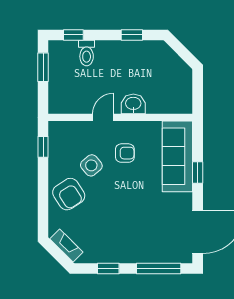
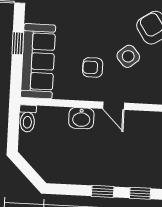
window: (132, 35) -> (103, 191), moved
toilet: (87, 53) -> (28, 119), moved, turned 180
door: (103, 117) -> (114, 106), hinge flipped

